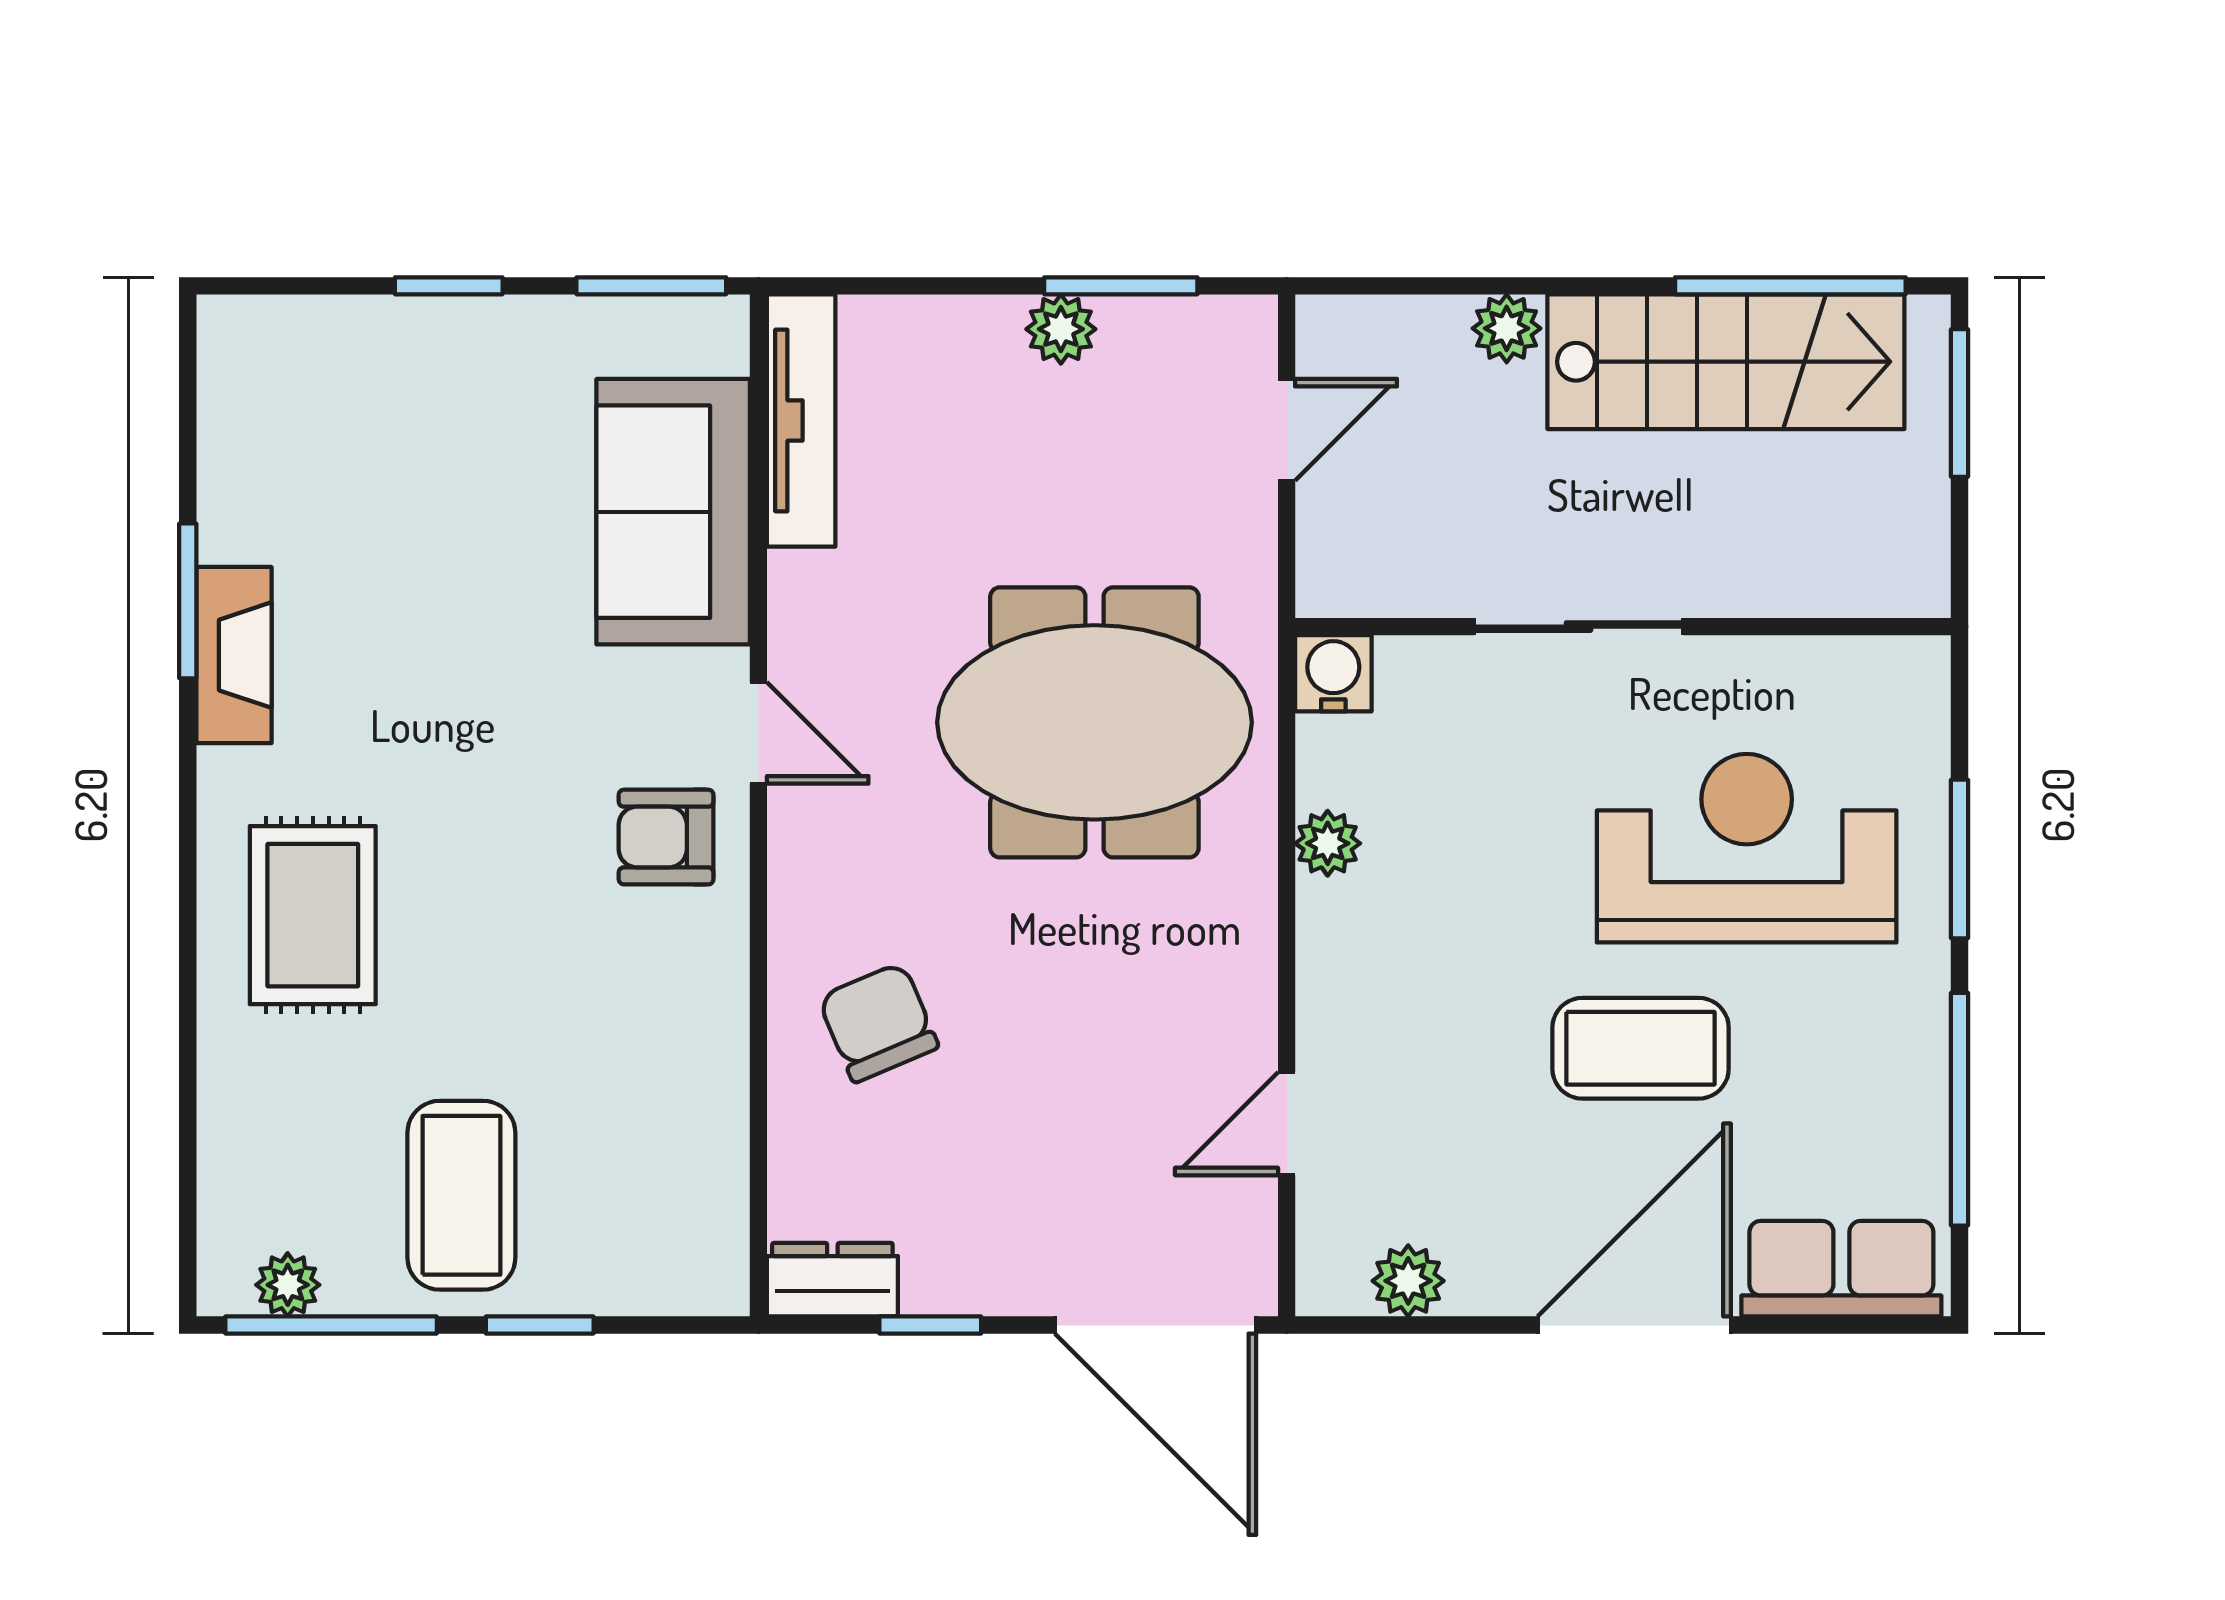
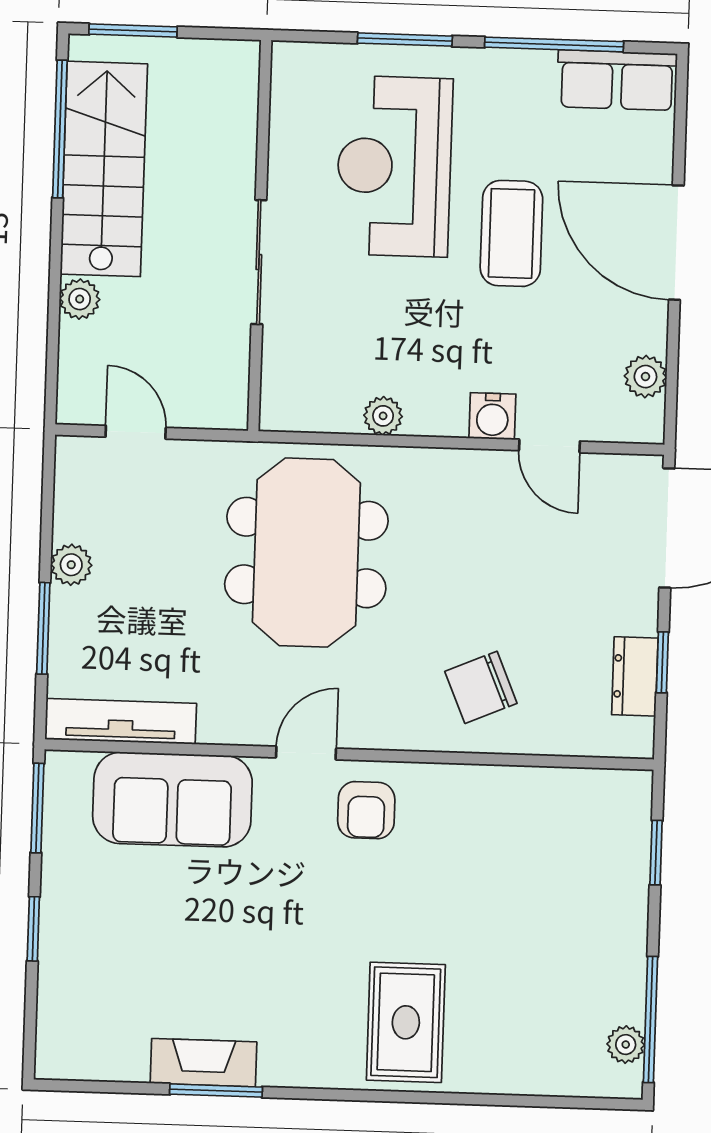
window: (1121, 286) -> (43, 628), moved
fireplace: (234, 655) -> (203, 1063), moved
water cooler: (1333, 673) -> (492, 416), moved, turned -90
rug: (313, 915) -> (406, 1022), turned 90
coffee table: (461, 1195) -> (576, 939), removed
row of seats: (1841, 1269) -> (617, 80), moved, turned -90
dresser: (832, 1280) -> (635, 676), moved
window: (540, 1325) -> (656, 853), moved

